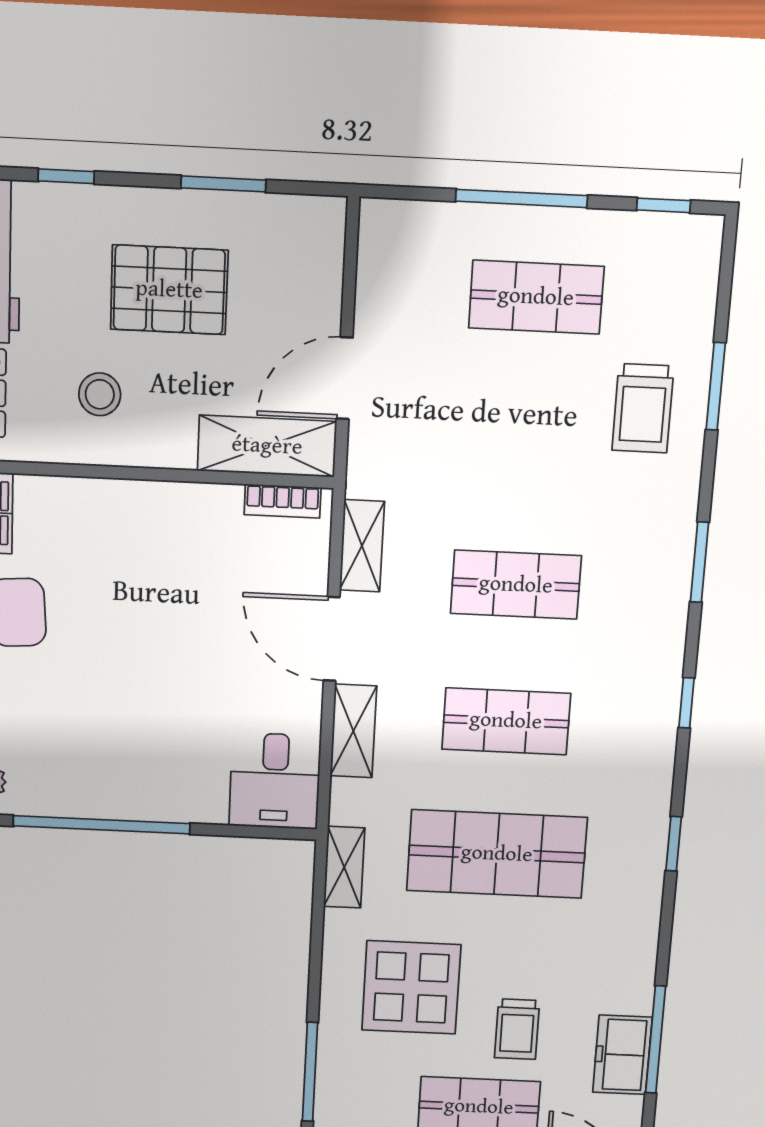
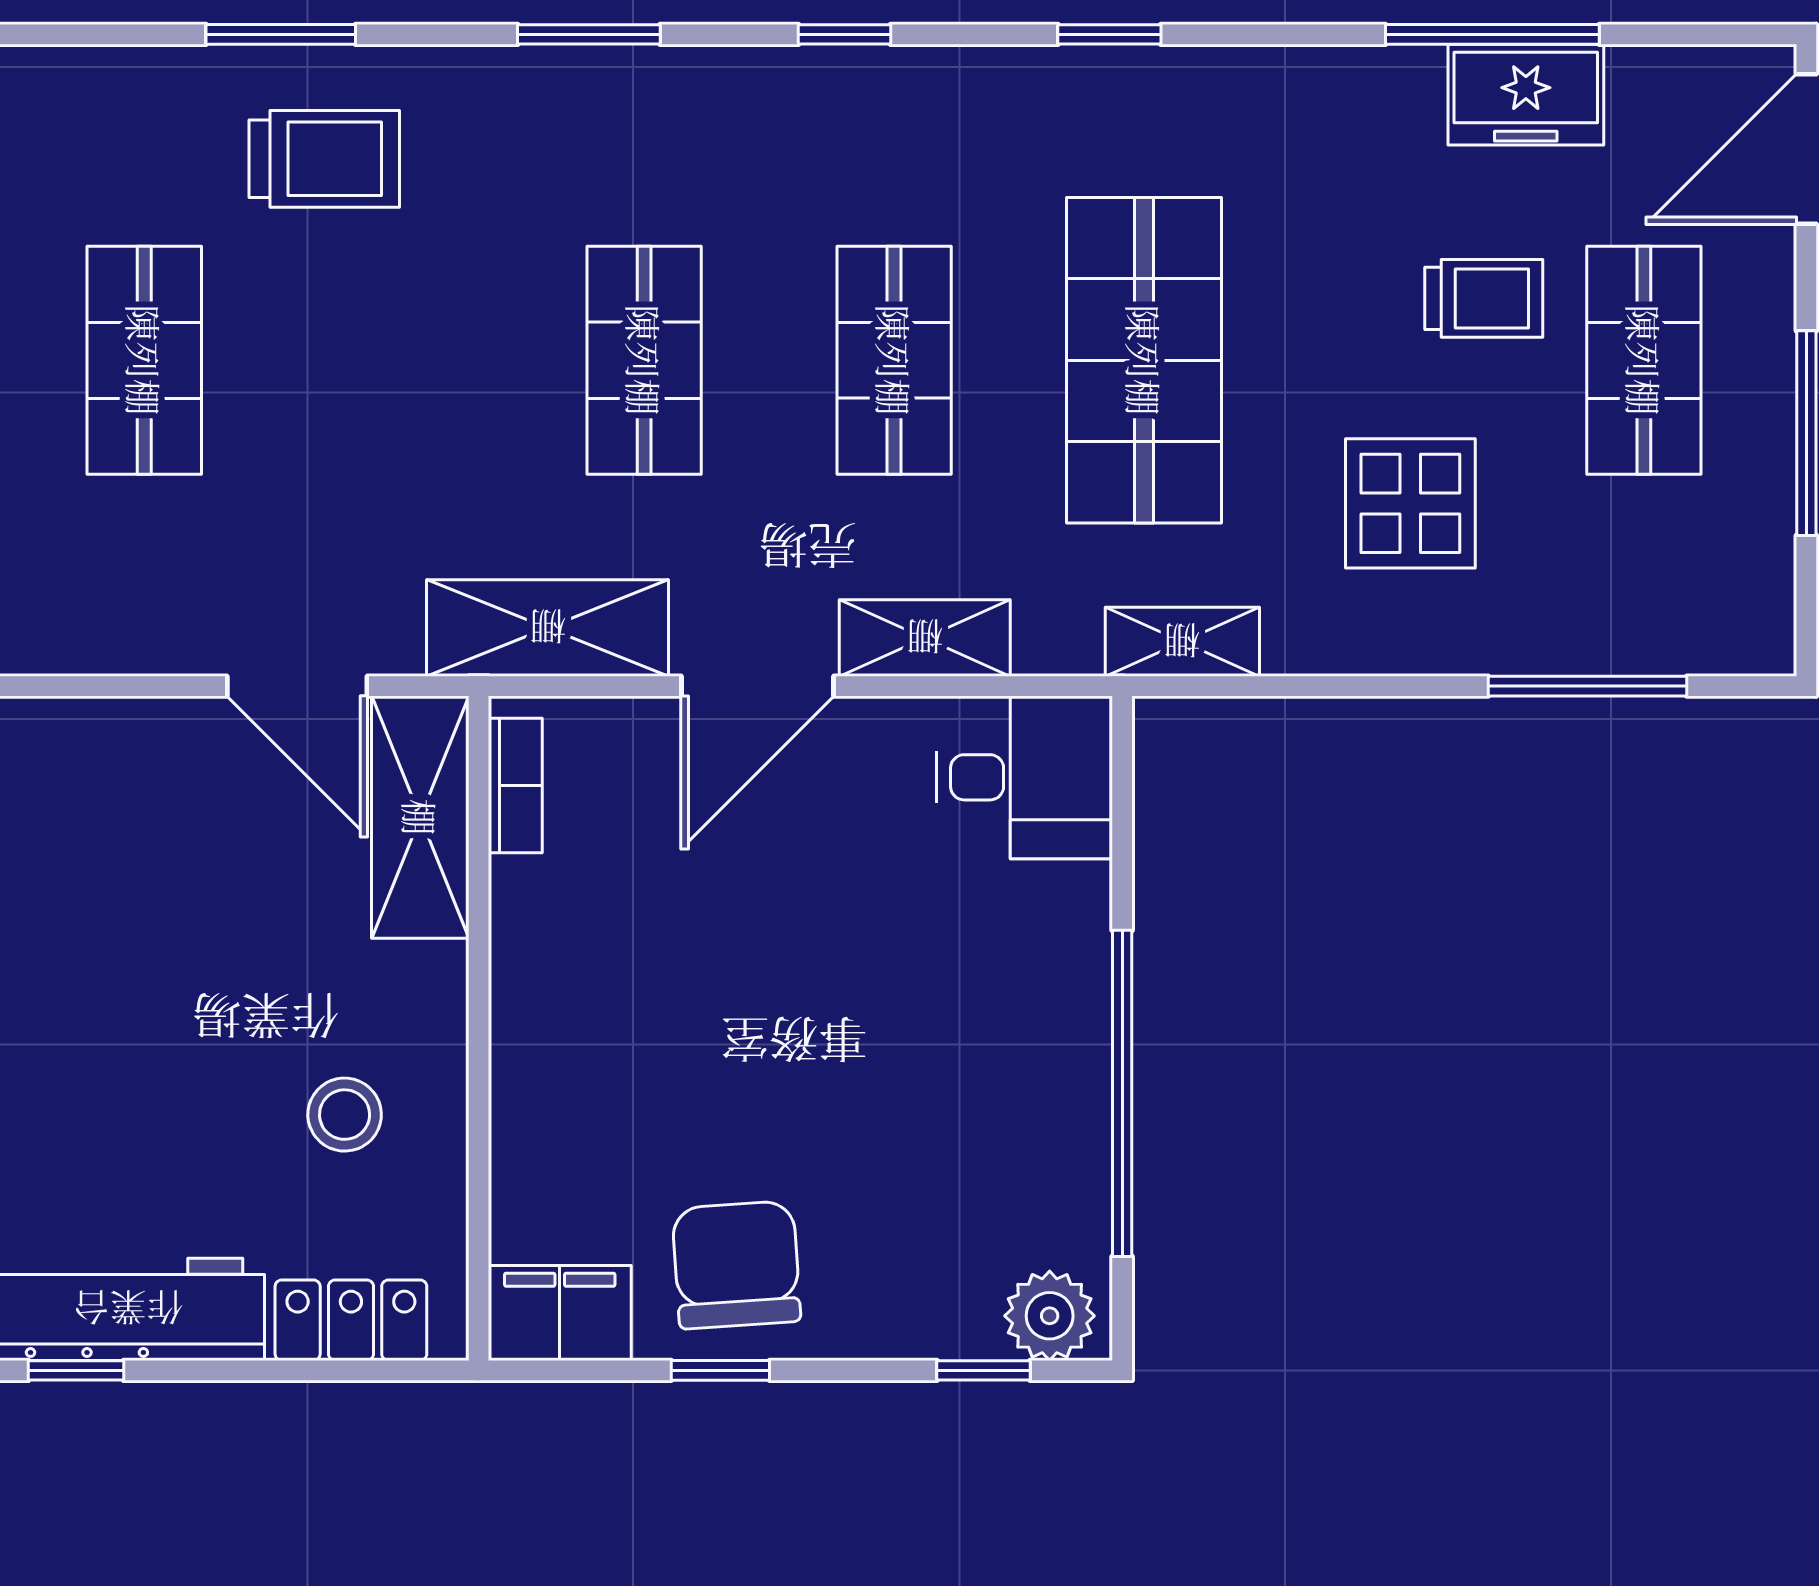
pallet: (169, 290) -> (161, 998), removed
shelving: (362, 546) -> (548, 628), width x1.50, depth x1.33
display table: (411, 987) -> (1410, 503), width x0.73, depth x0.73

